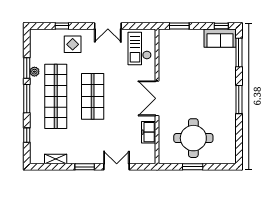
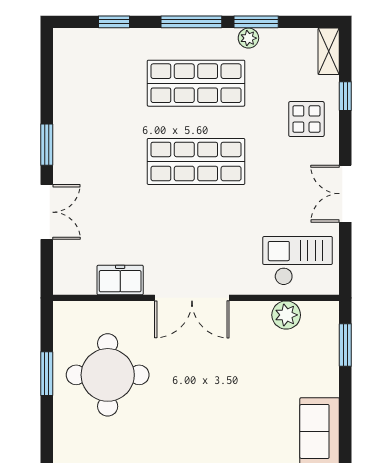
window: (221, 26) -> (345, 434), removed
plant: (165, 54) -> (286, 315), added
shop shelf: (56, 96) -> (196, 83), width x0.71
double door: (157, 98) -> (192, 298), swing flipped
shelving: (56, 159) -> (329, 51), moved

